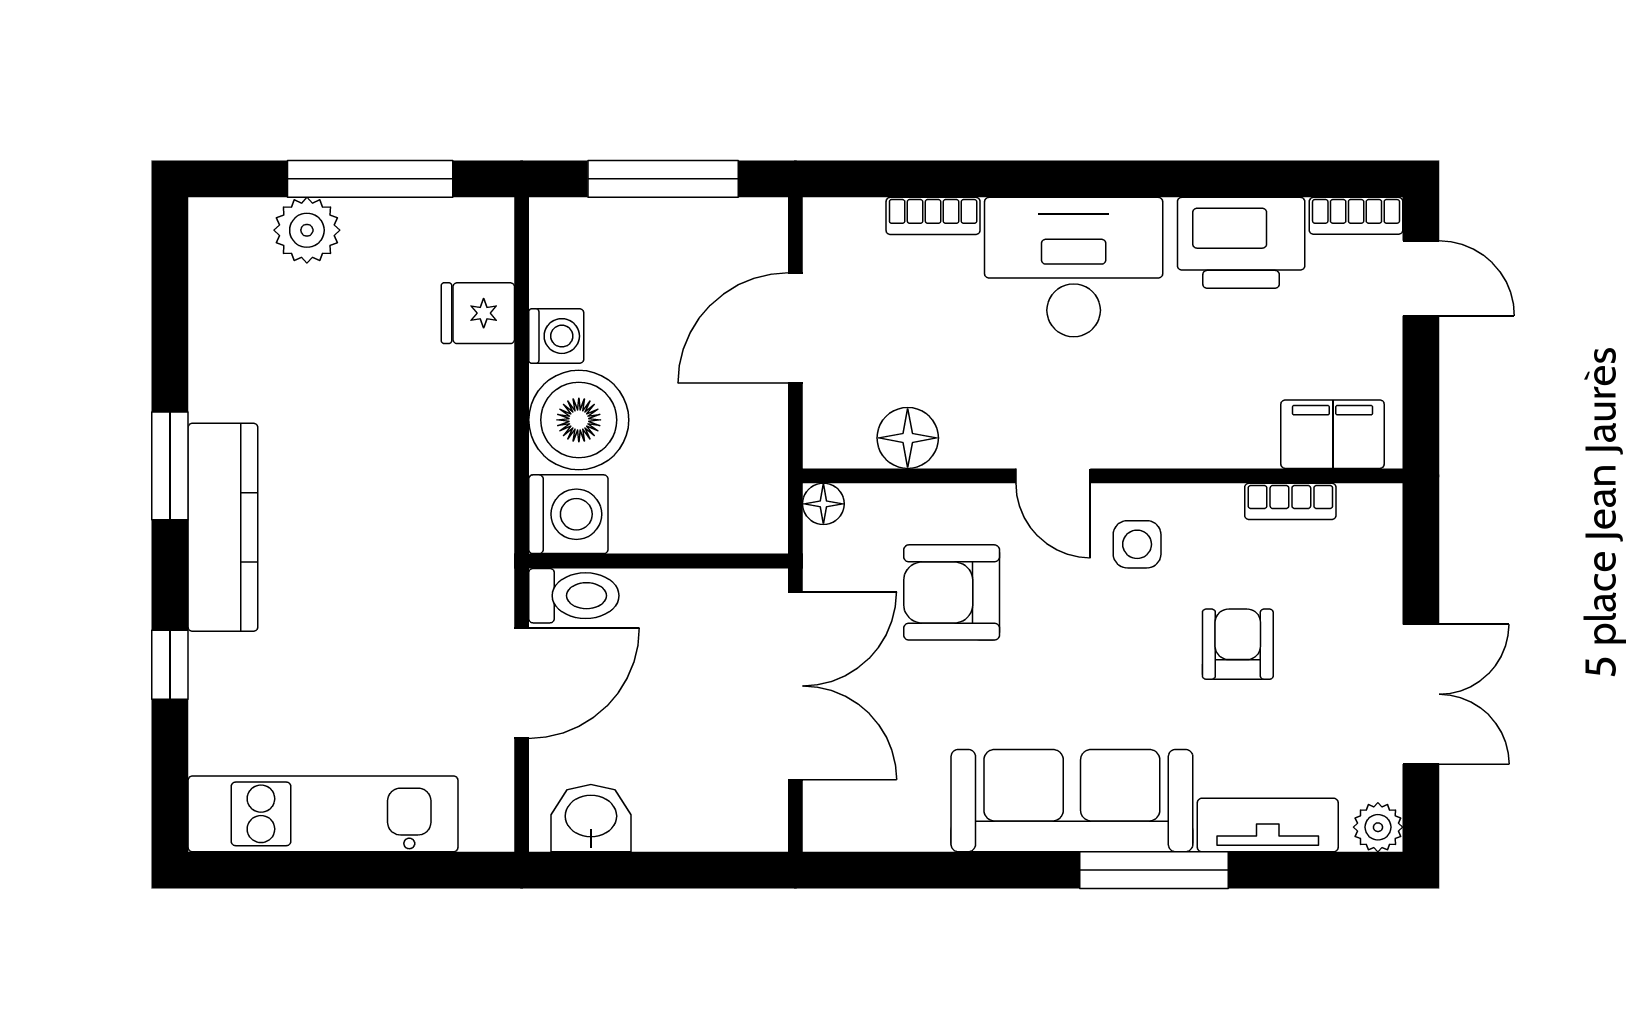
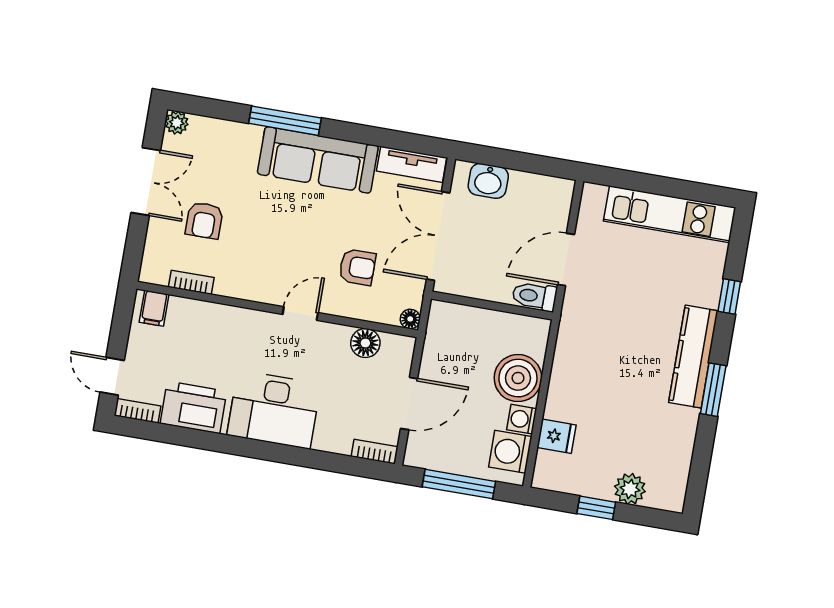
window: (370, 179) -> (596, 508), width x0.46
bookcase: (933, 216) -> (375, 452), moved
filing cabinet: (1333, 434) -> (154, 308), width x0.50
door: (1053, 476) -> (300, 313), hinge flipped
washing machine: (568, 514) -> (510, 452), moved
side table: (1137, 544) -> (267, 275), removed
armchair: (952, 592) -> (357, 267), width x0.72, depth x0.72
armchair: (1238, 644) -> (204, 220), moved
double door: (1421, 694) -> (146, 181), swing flipped
washbasin: (591, 818) -> (488, 181), moved
tv unit: (1268, 825) -> (412, 164), moved

